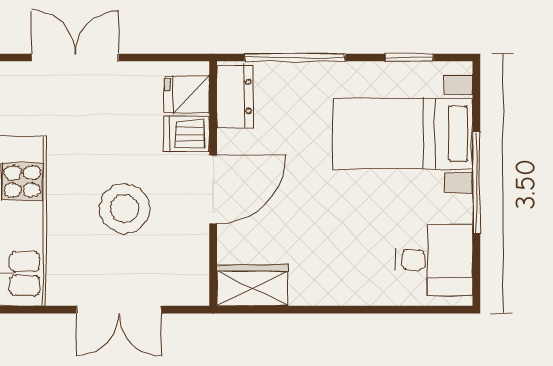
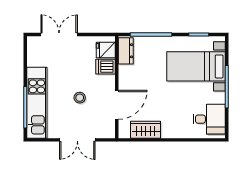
door: (213, 189) -> (117, 105), moved
stool: (125, 209) -> (80, 98), width x0.53, depth x0.53
wardrobe: (252, 285) -> (146, 130), moved

